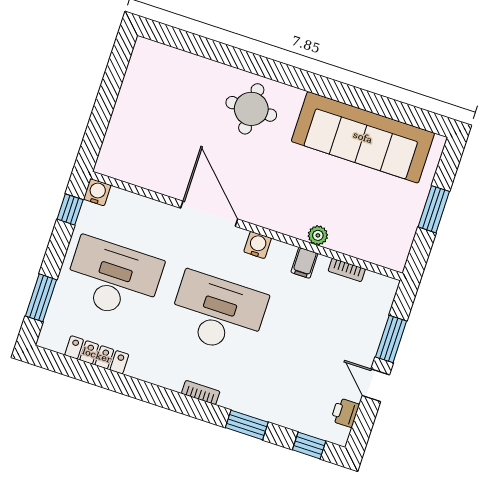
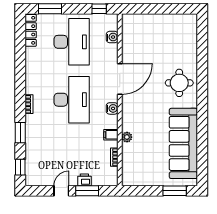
water cooler: (97, 192) -> (112, 37), moved
window: (434, 209) -> (175, 191), moved
locker: (97, 355) -> (31, 30), moved
printer: (345, 413) -> (84, 180), moved

